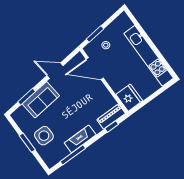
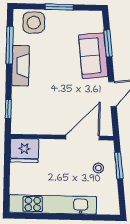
piano: (111, 117) -> (19, 116), removed
side table: (44, 136) -> (34, 23), moved

